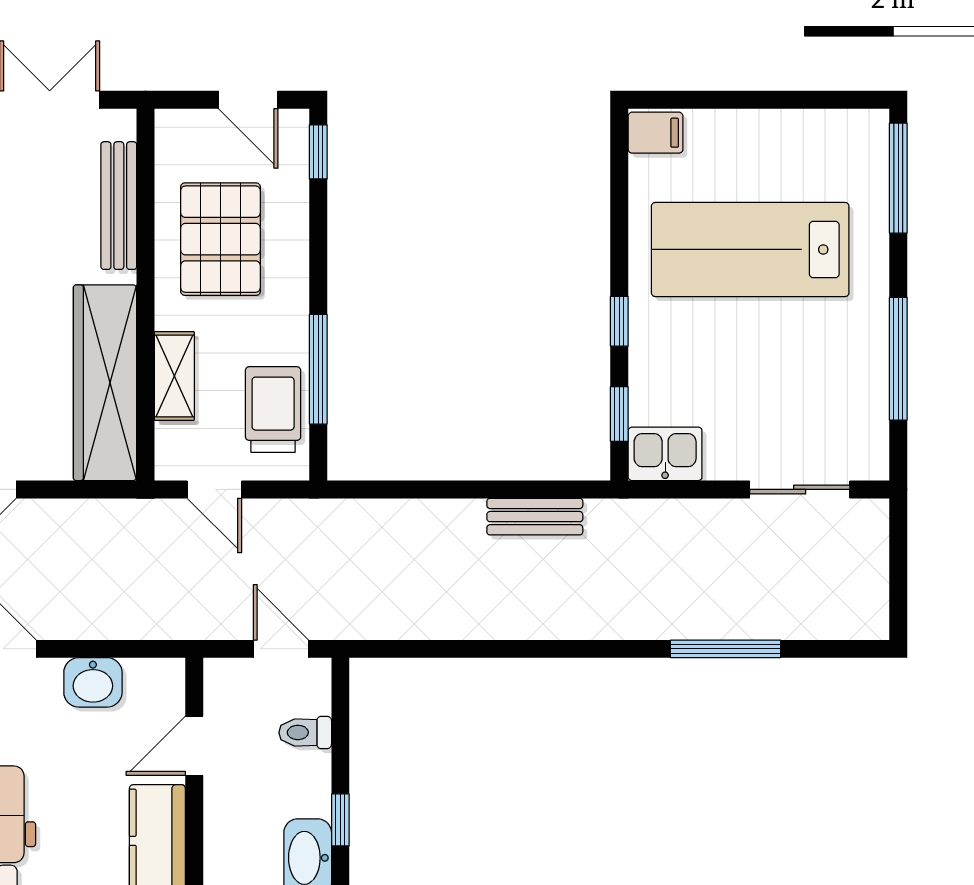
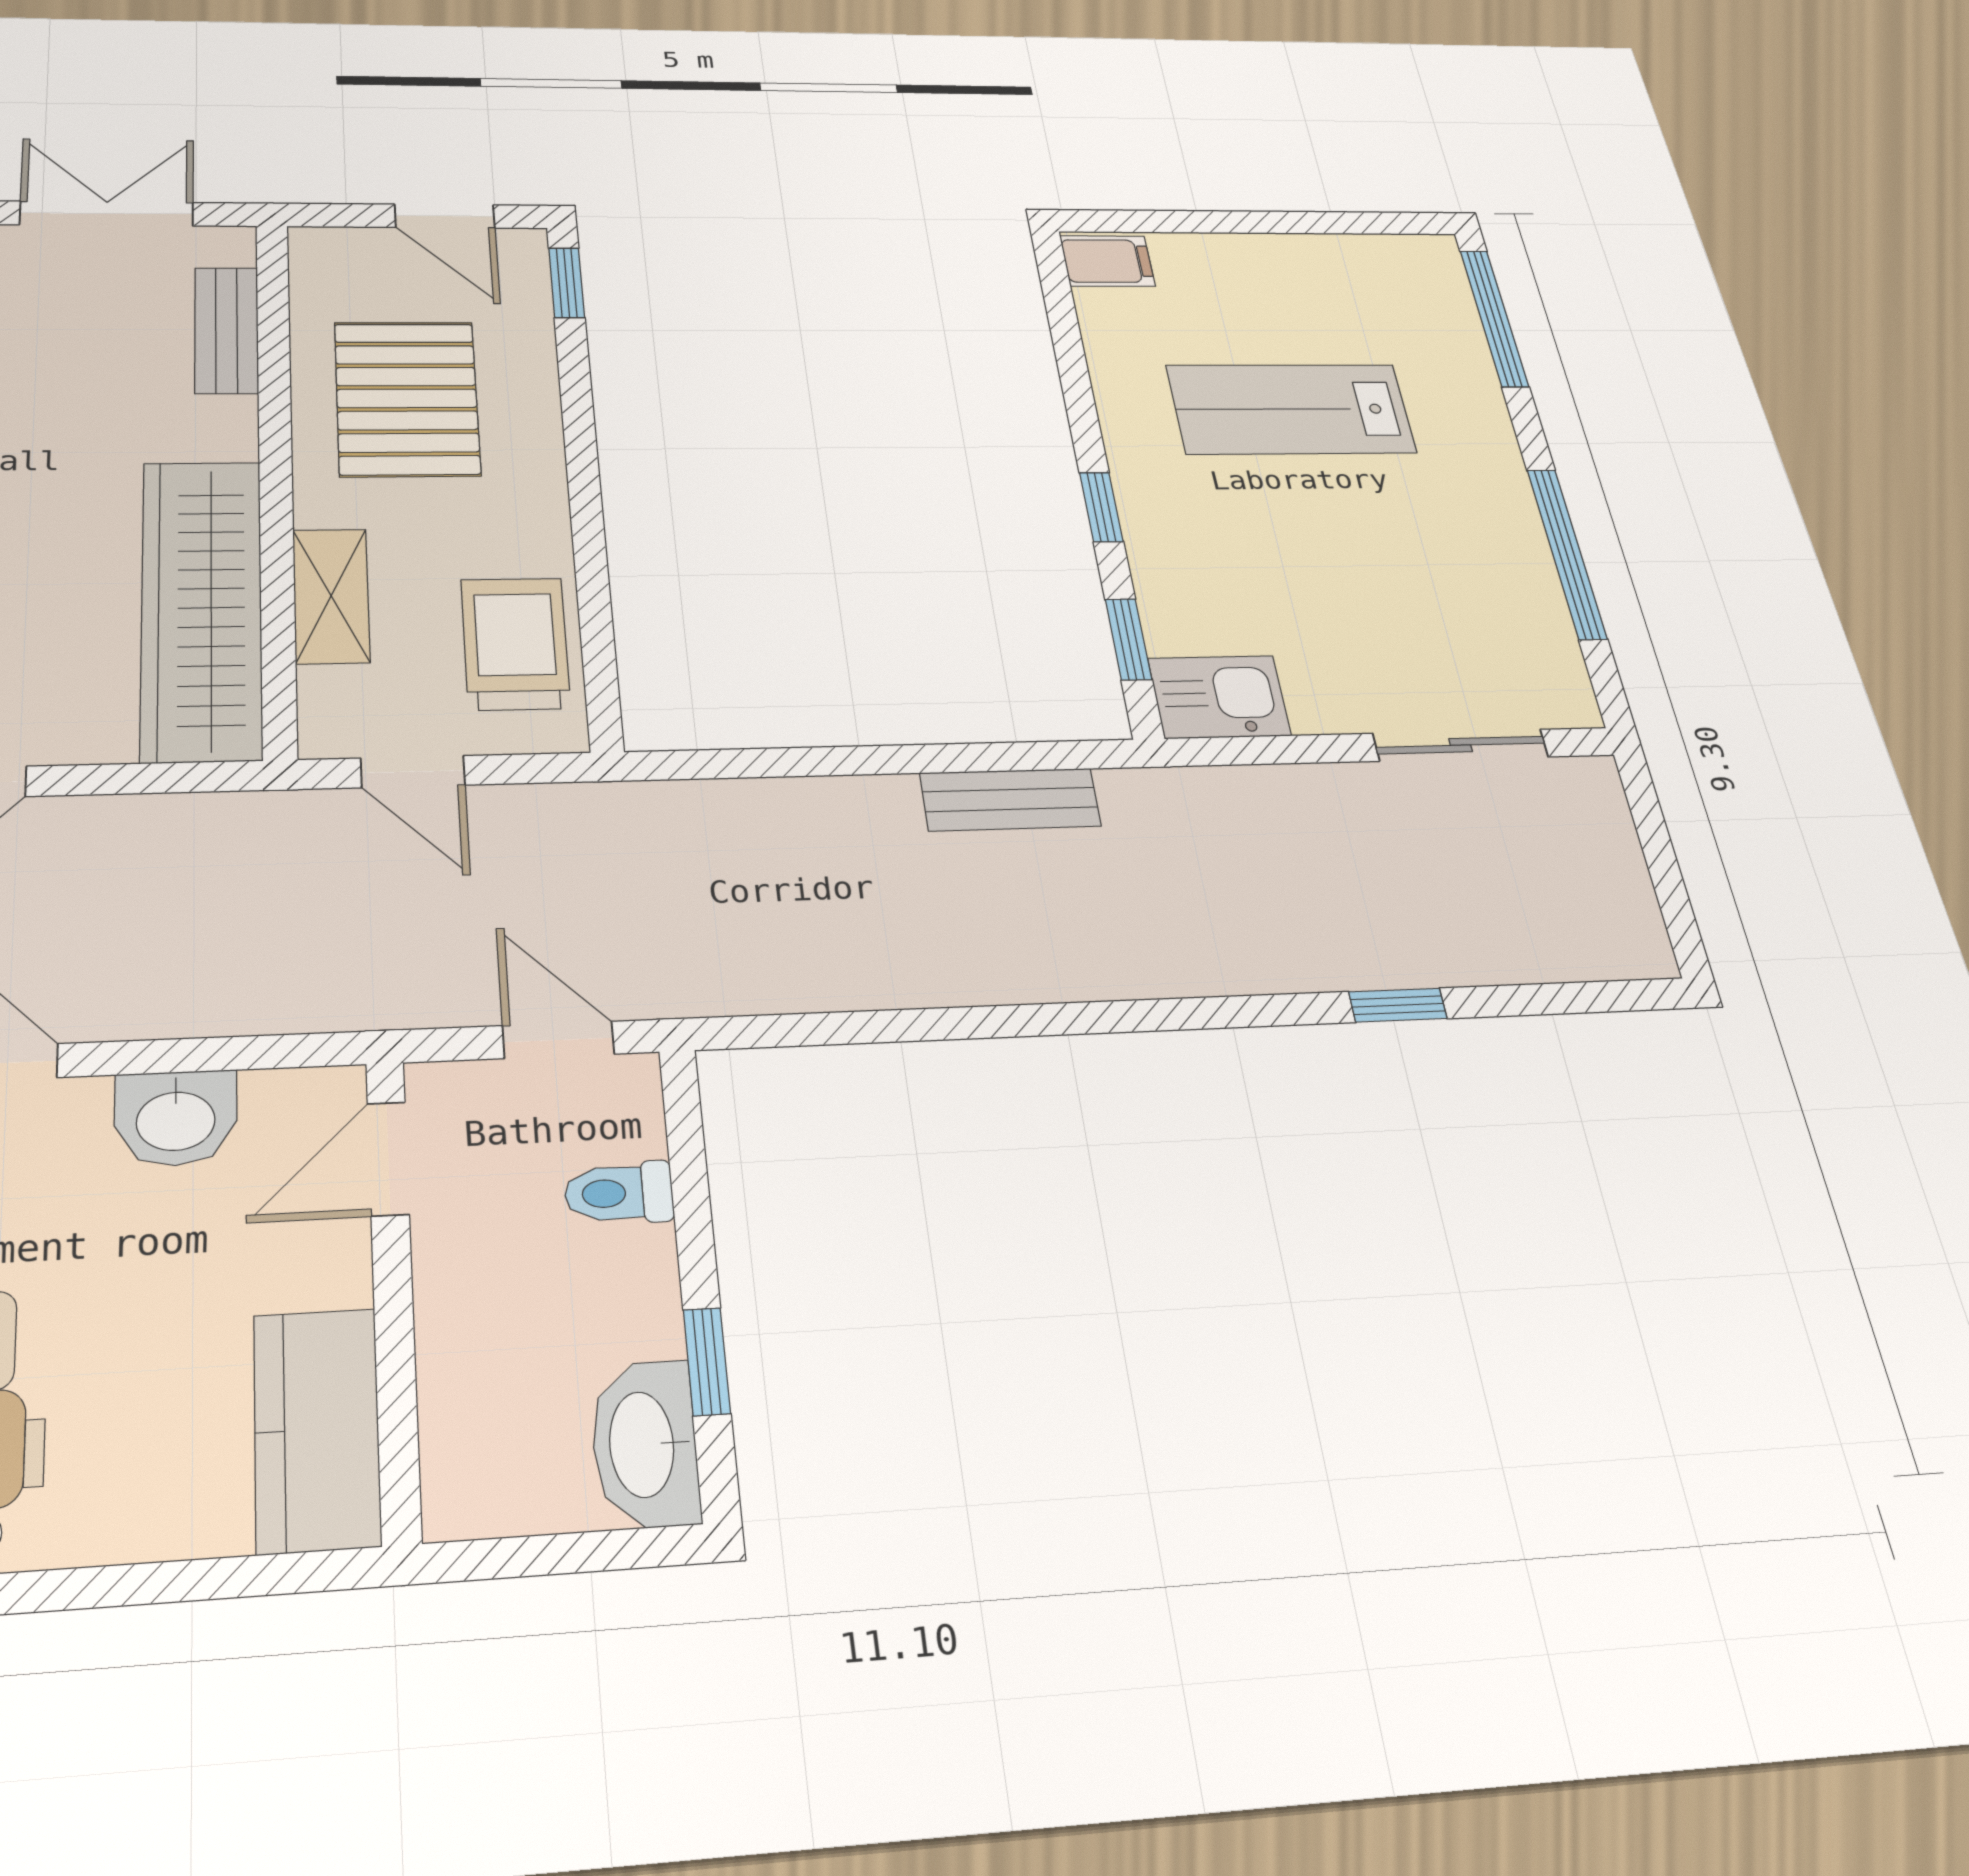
bench: (119, 206) -> (226, 330), width x0.73
lab bench: (750, 249) -> (1291, 409), width x0.73, depth x0.72
window: (318, 369) -> (593, 582), removed
window: (725, 649) -> (1398, 1005), width x0.46
door: (194, 746) -> (388, 1159), moved

